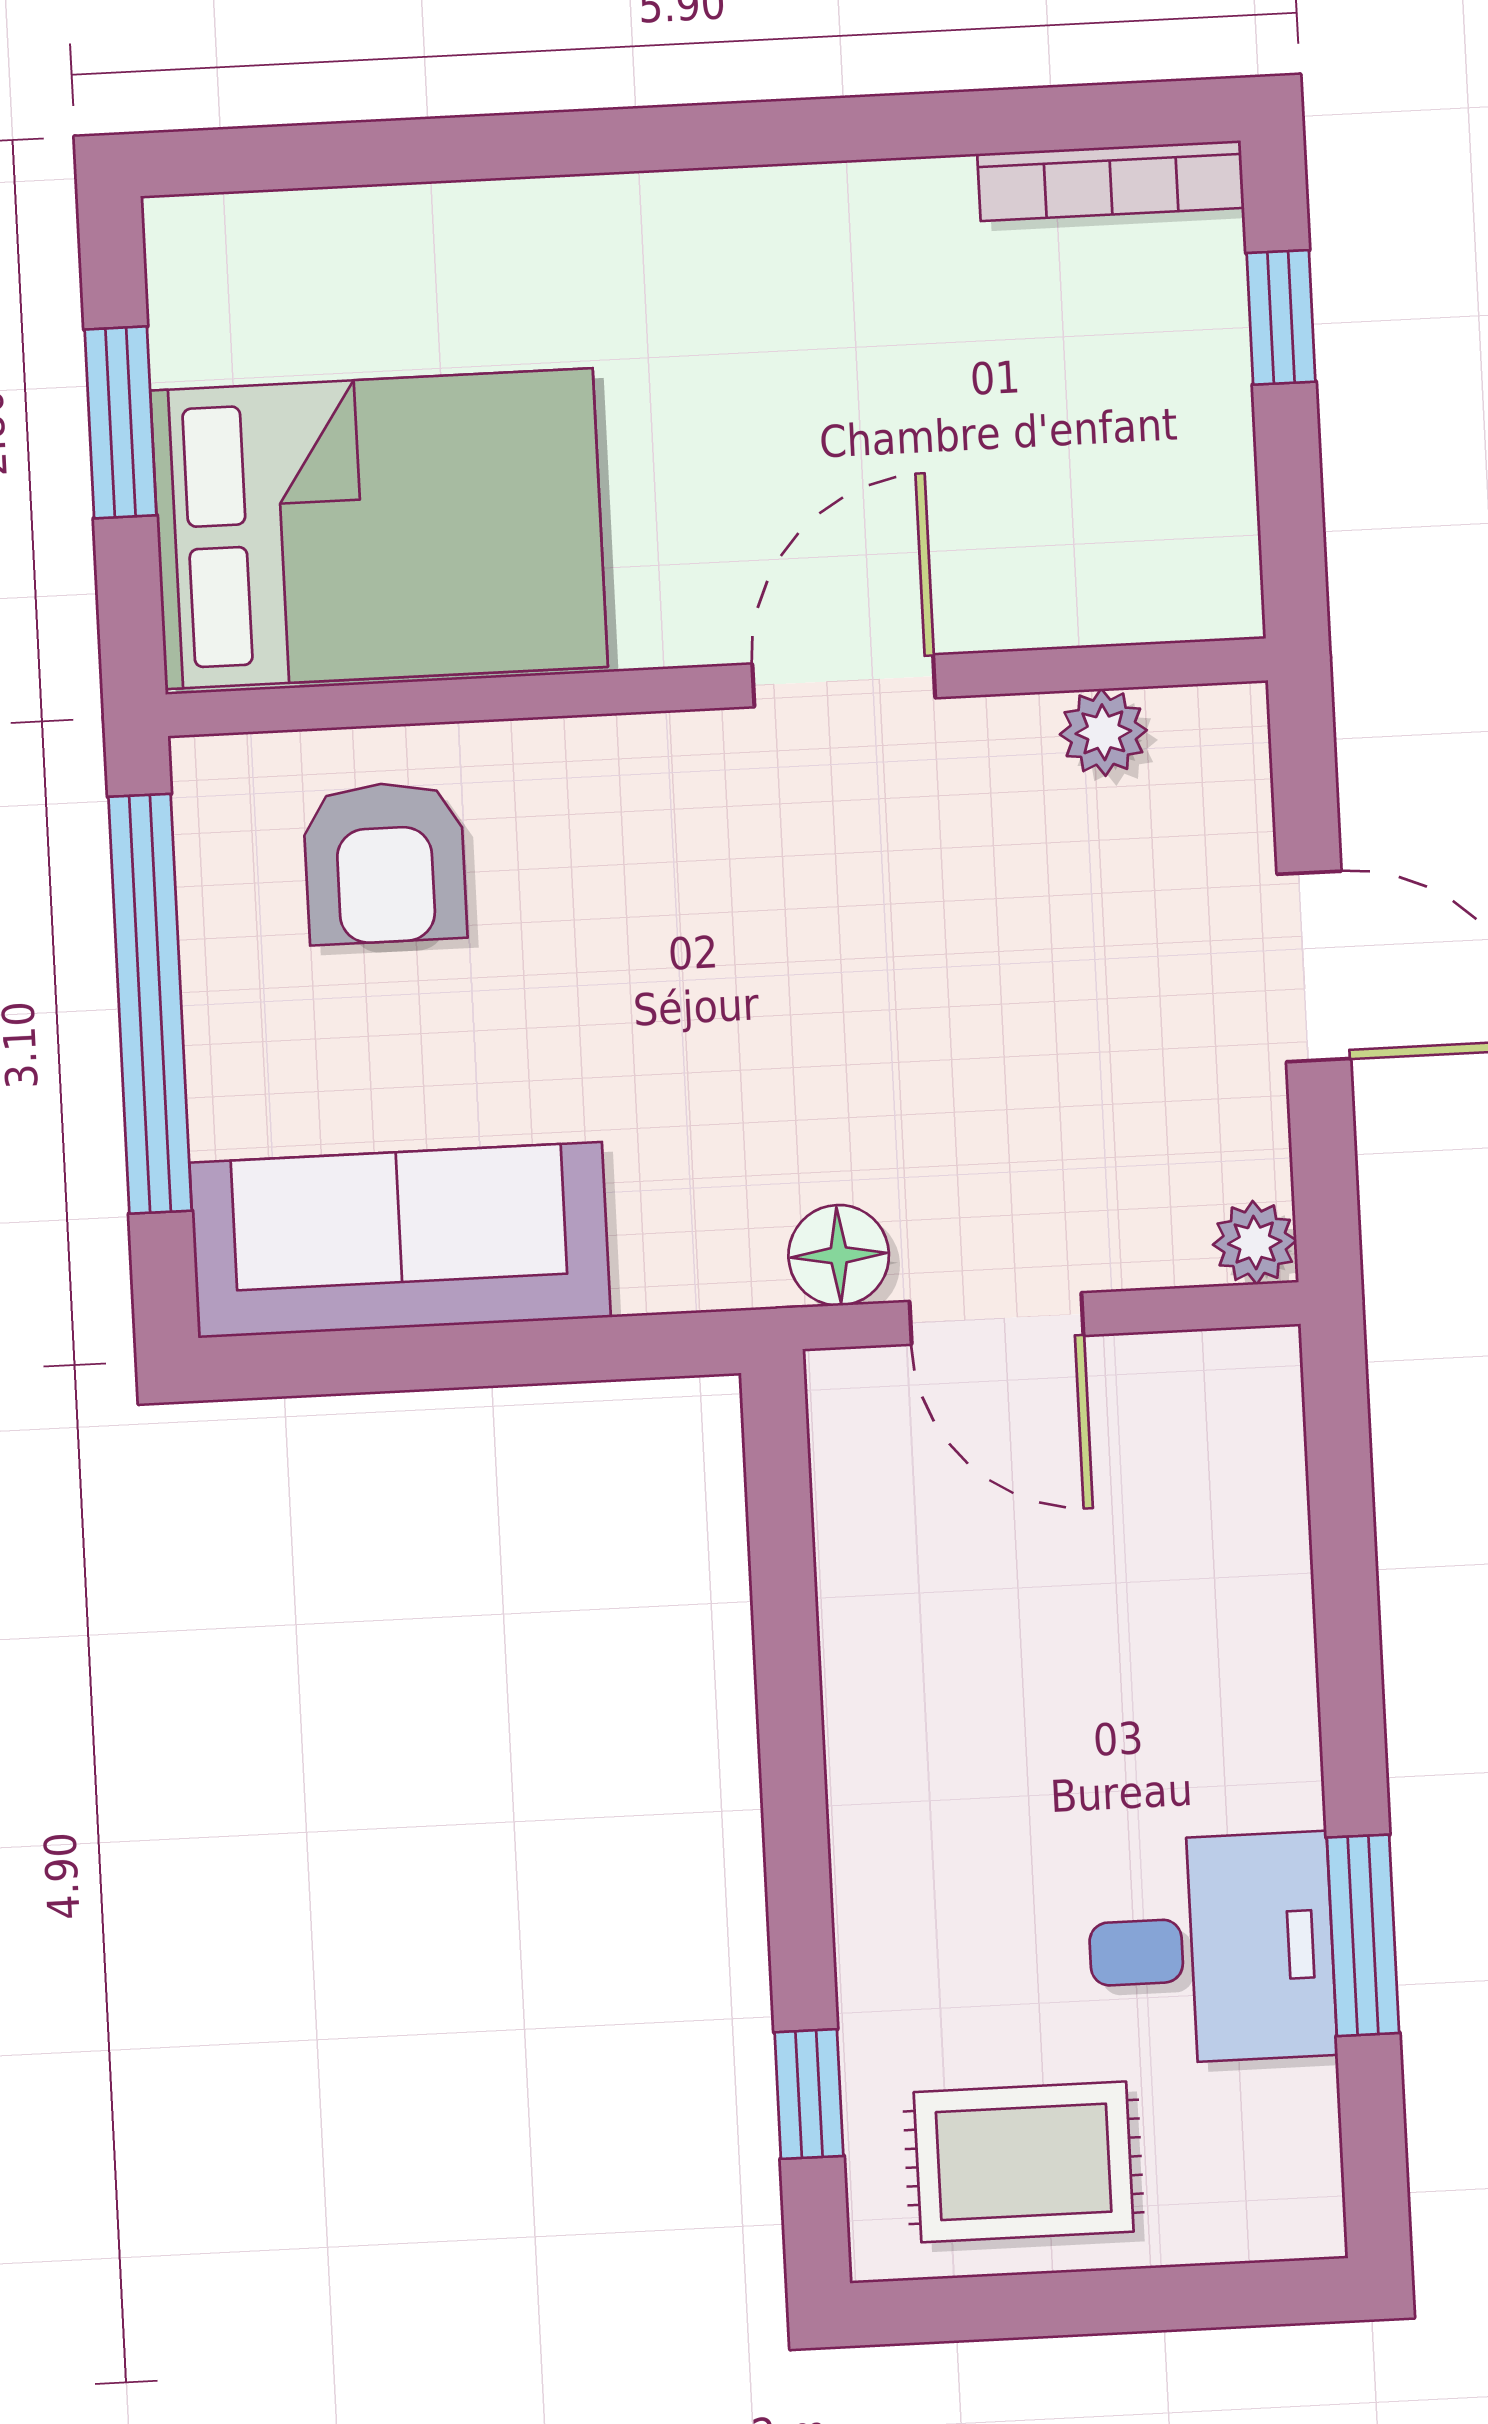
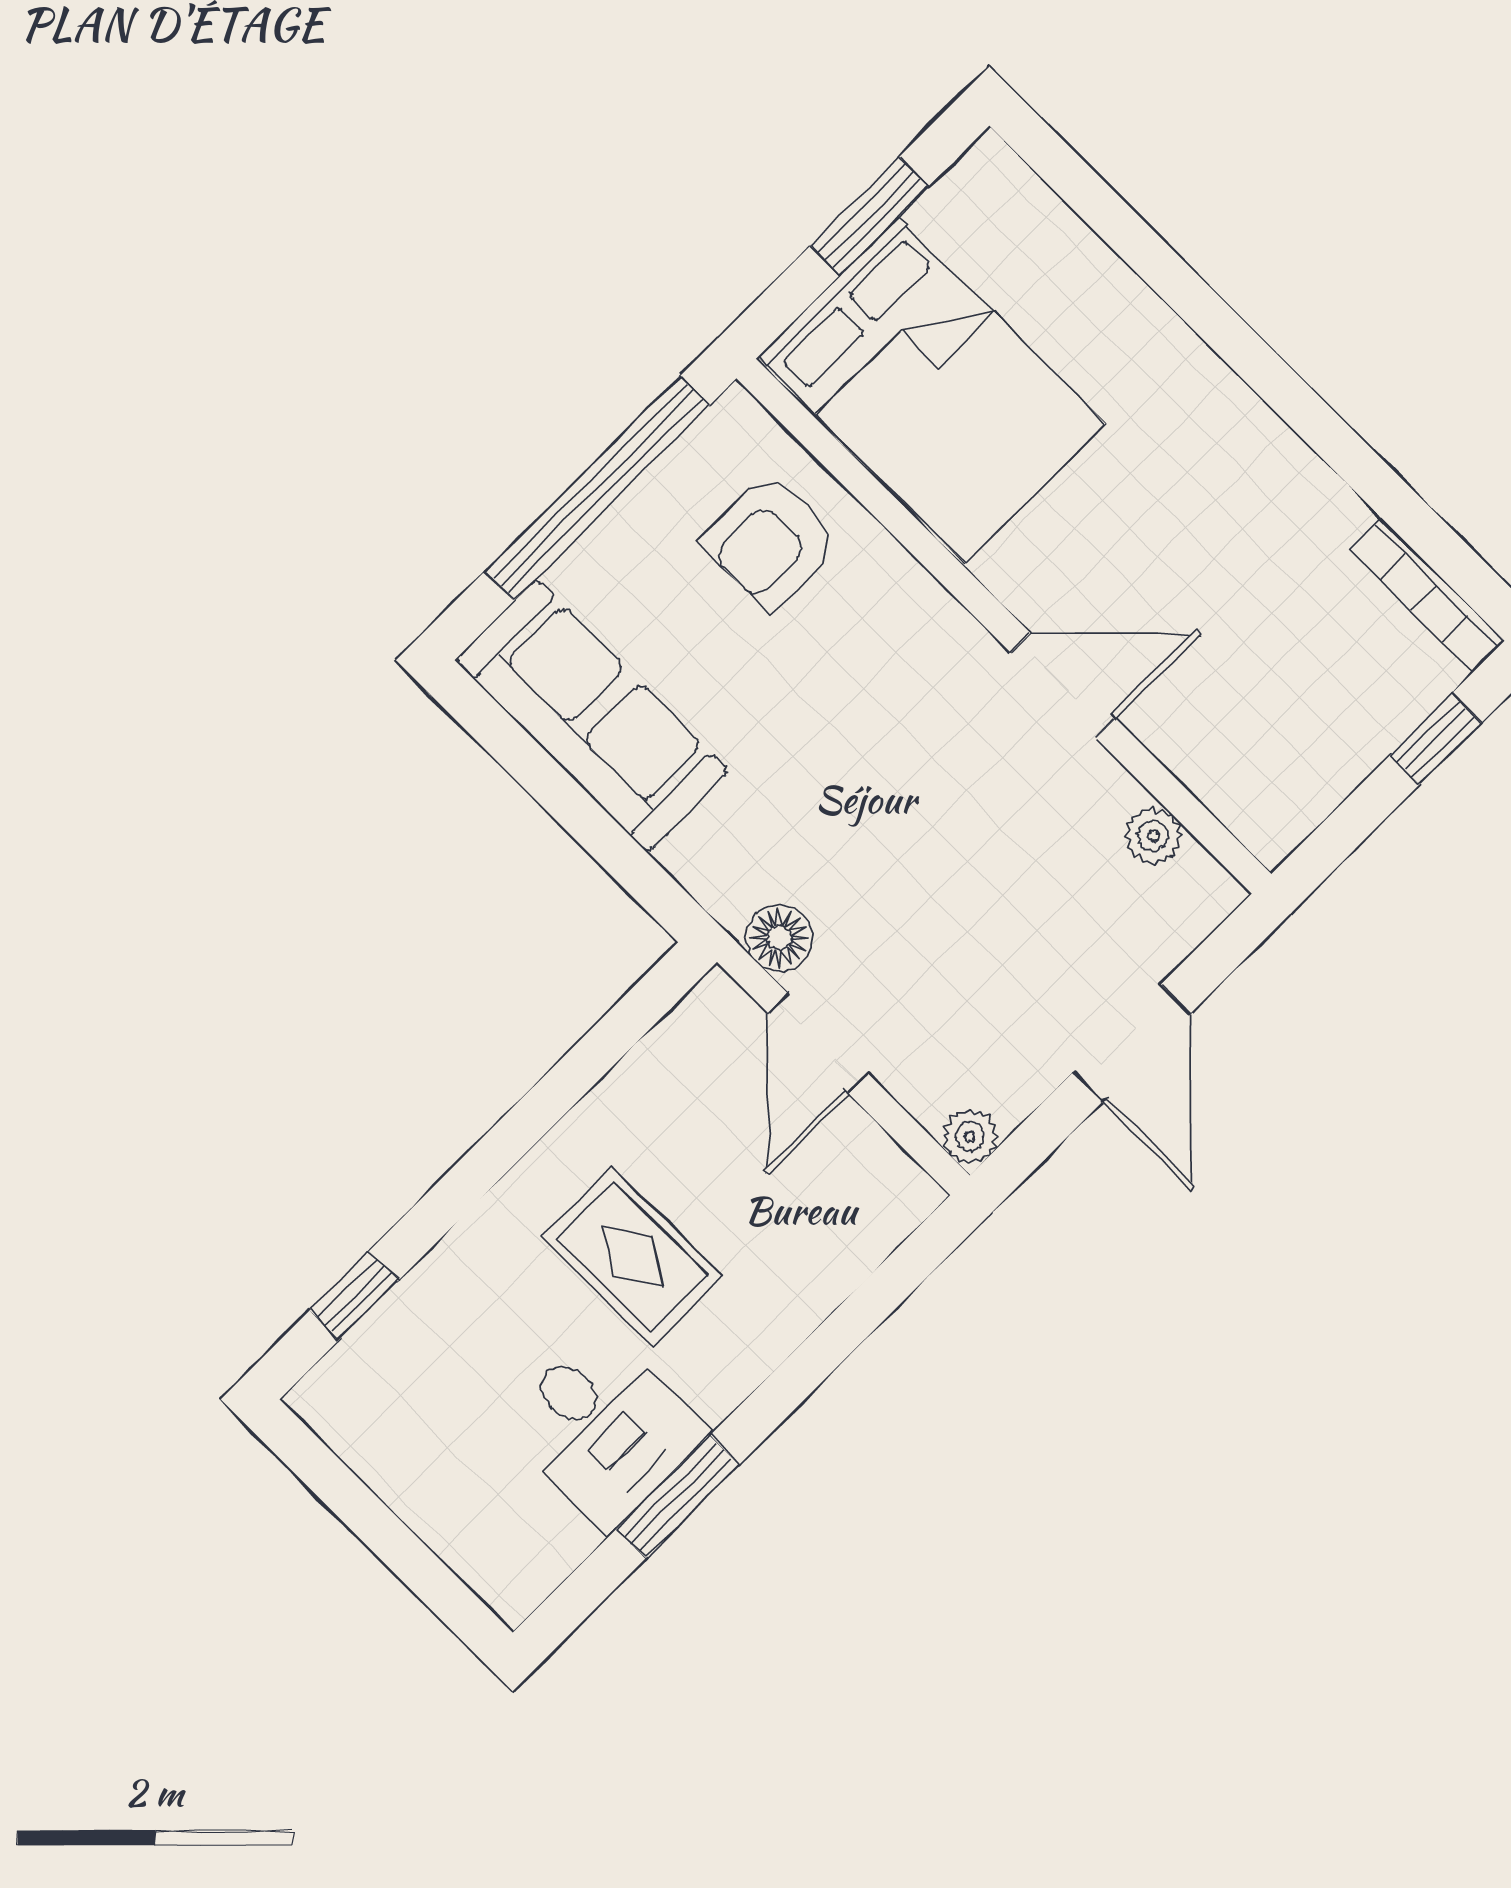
rug: (1024, 2162) -> (632, 1256), moved

